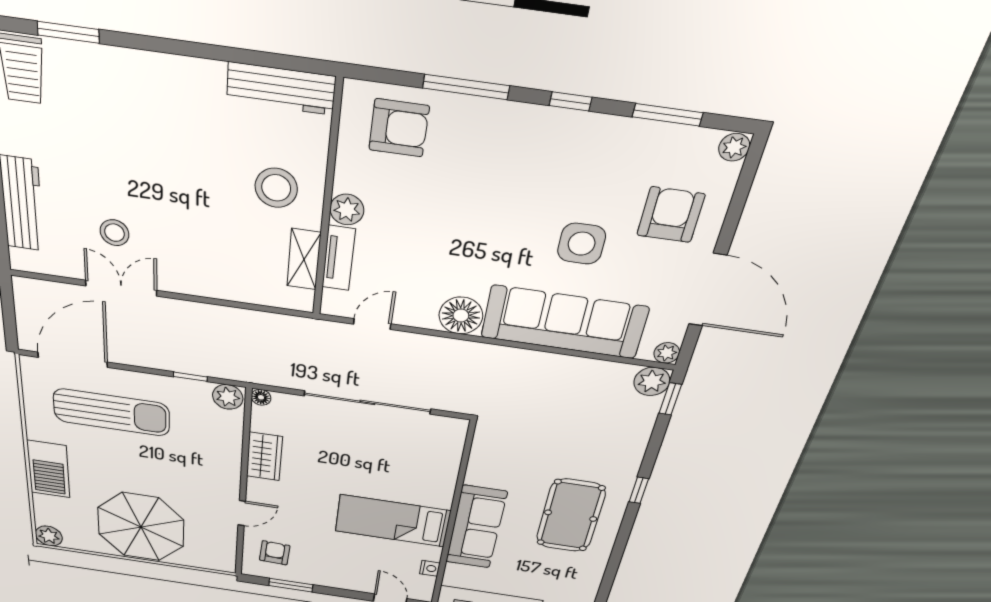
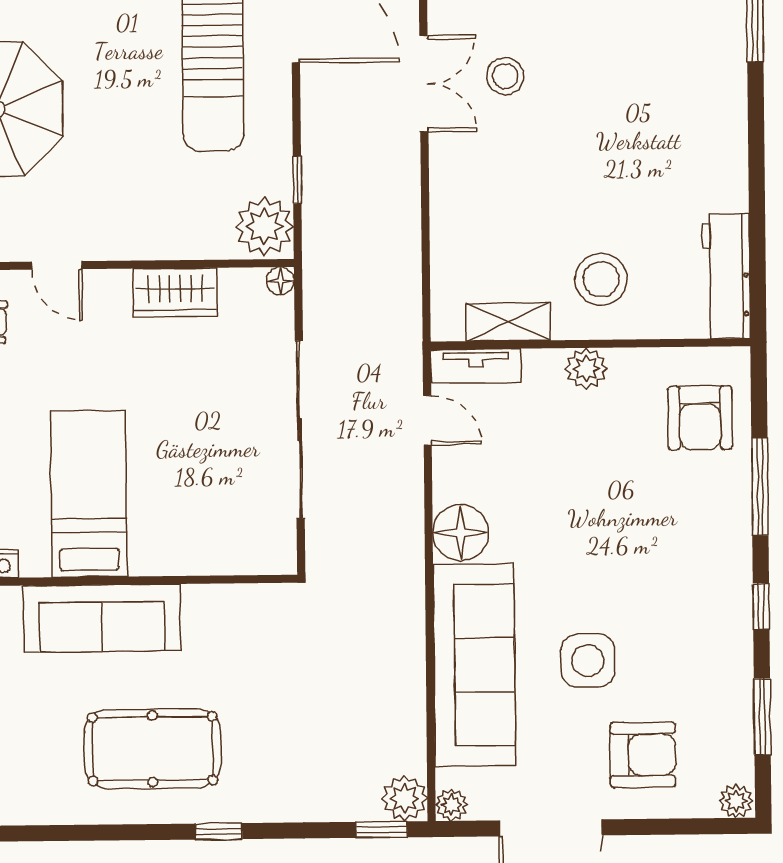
tv unit: (339, 258) -> (476, 366), moved
plant: (228, 397) -> (264, 226), width x1.36, depth x1.36

